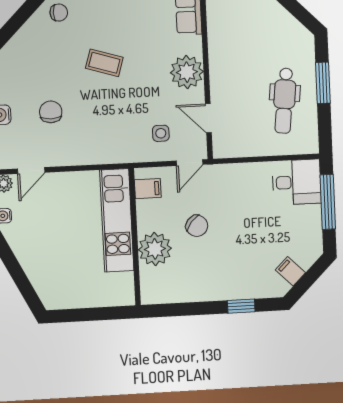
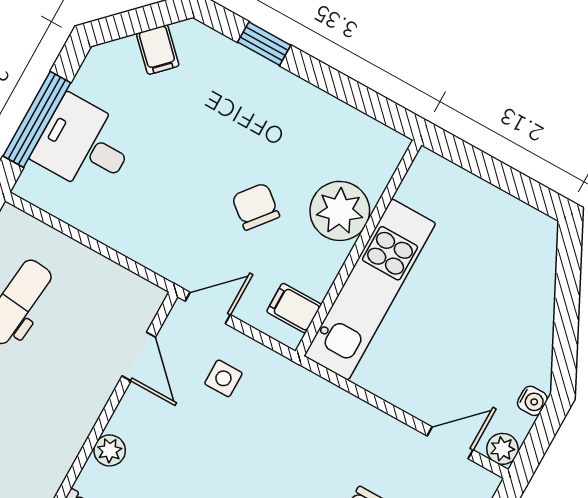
plant: (187, 72) -> (110, 450), width x0.53, depth x0.53
desk: (297, 182) -> (84, 145), moved

